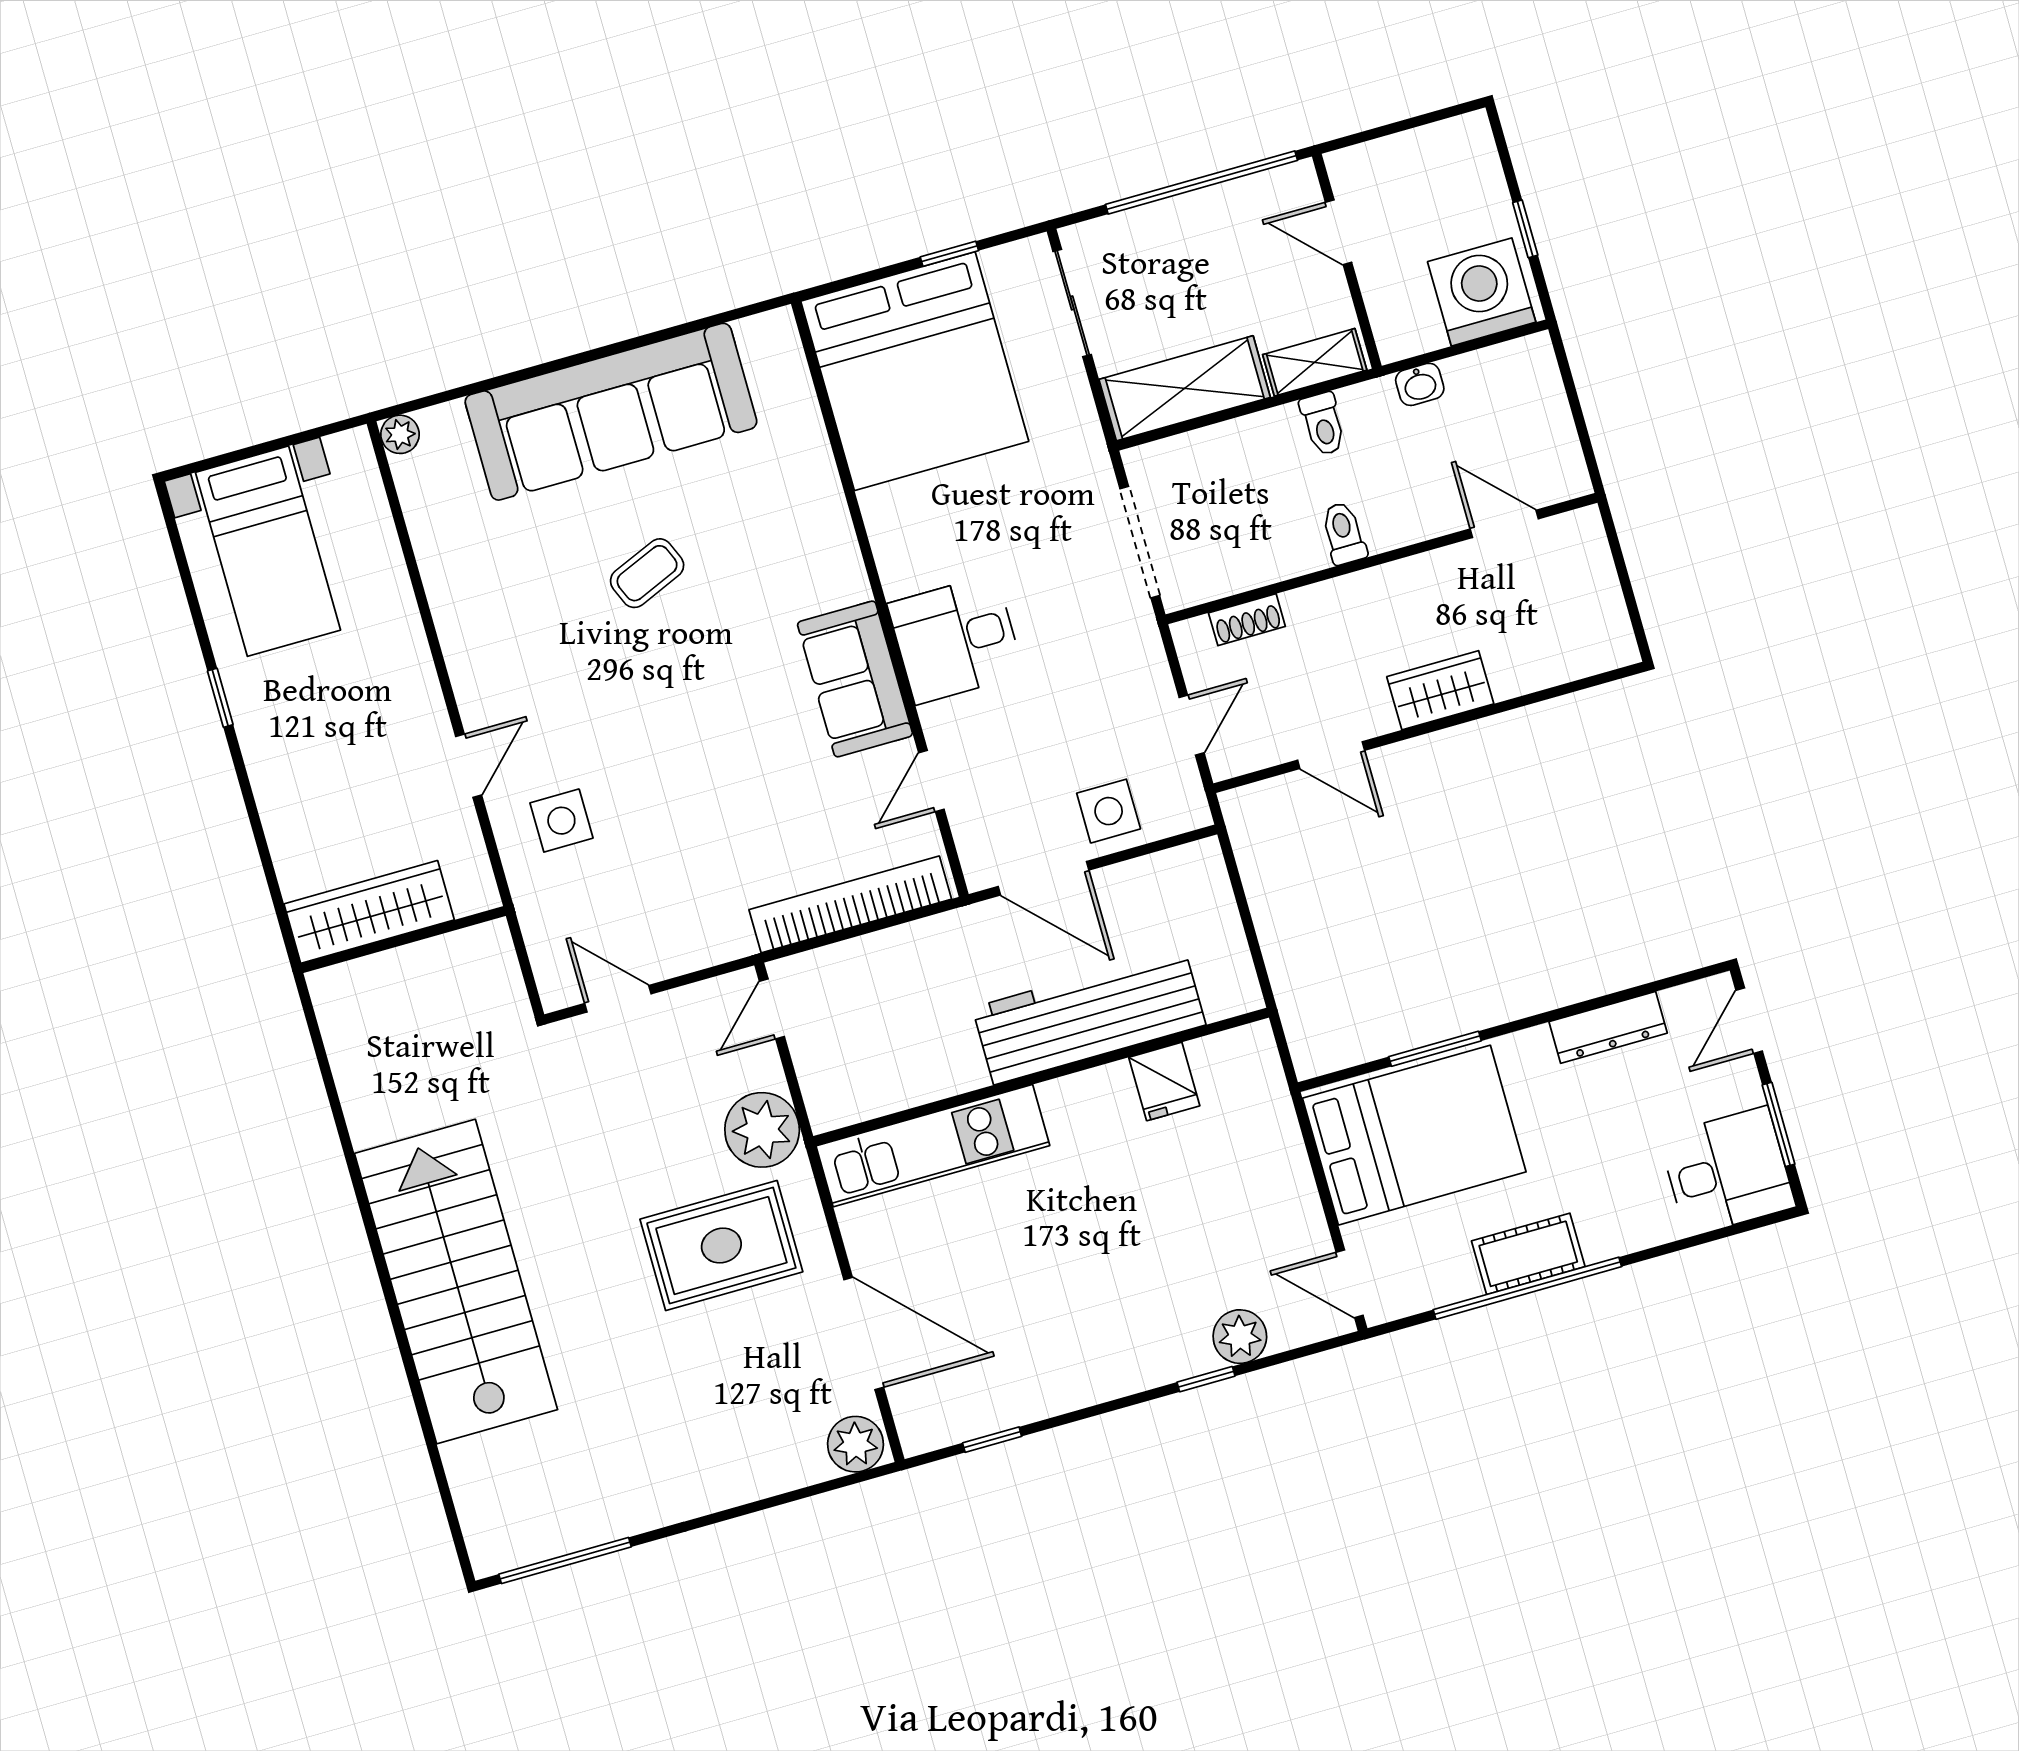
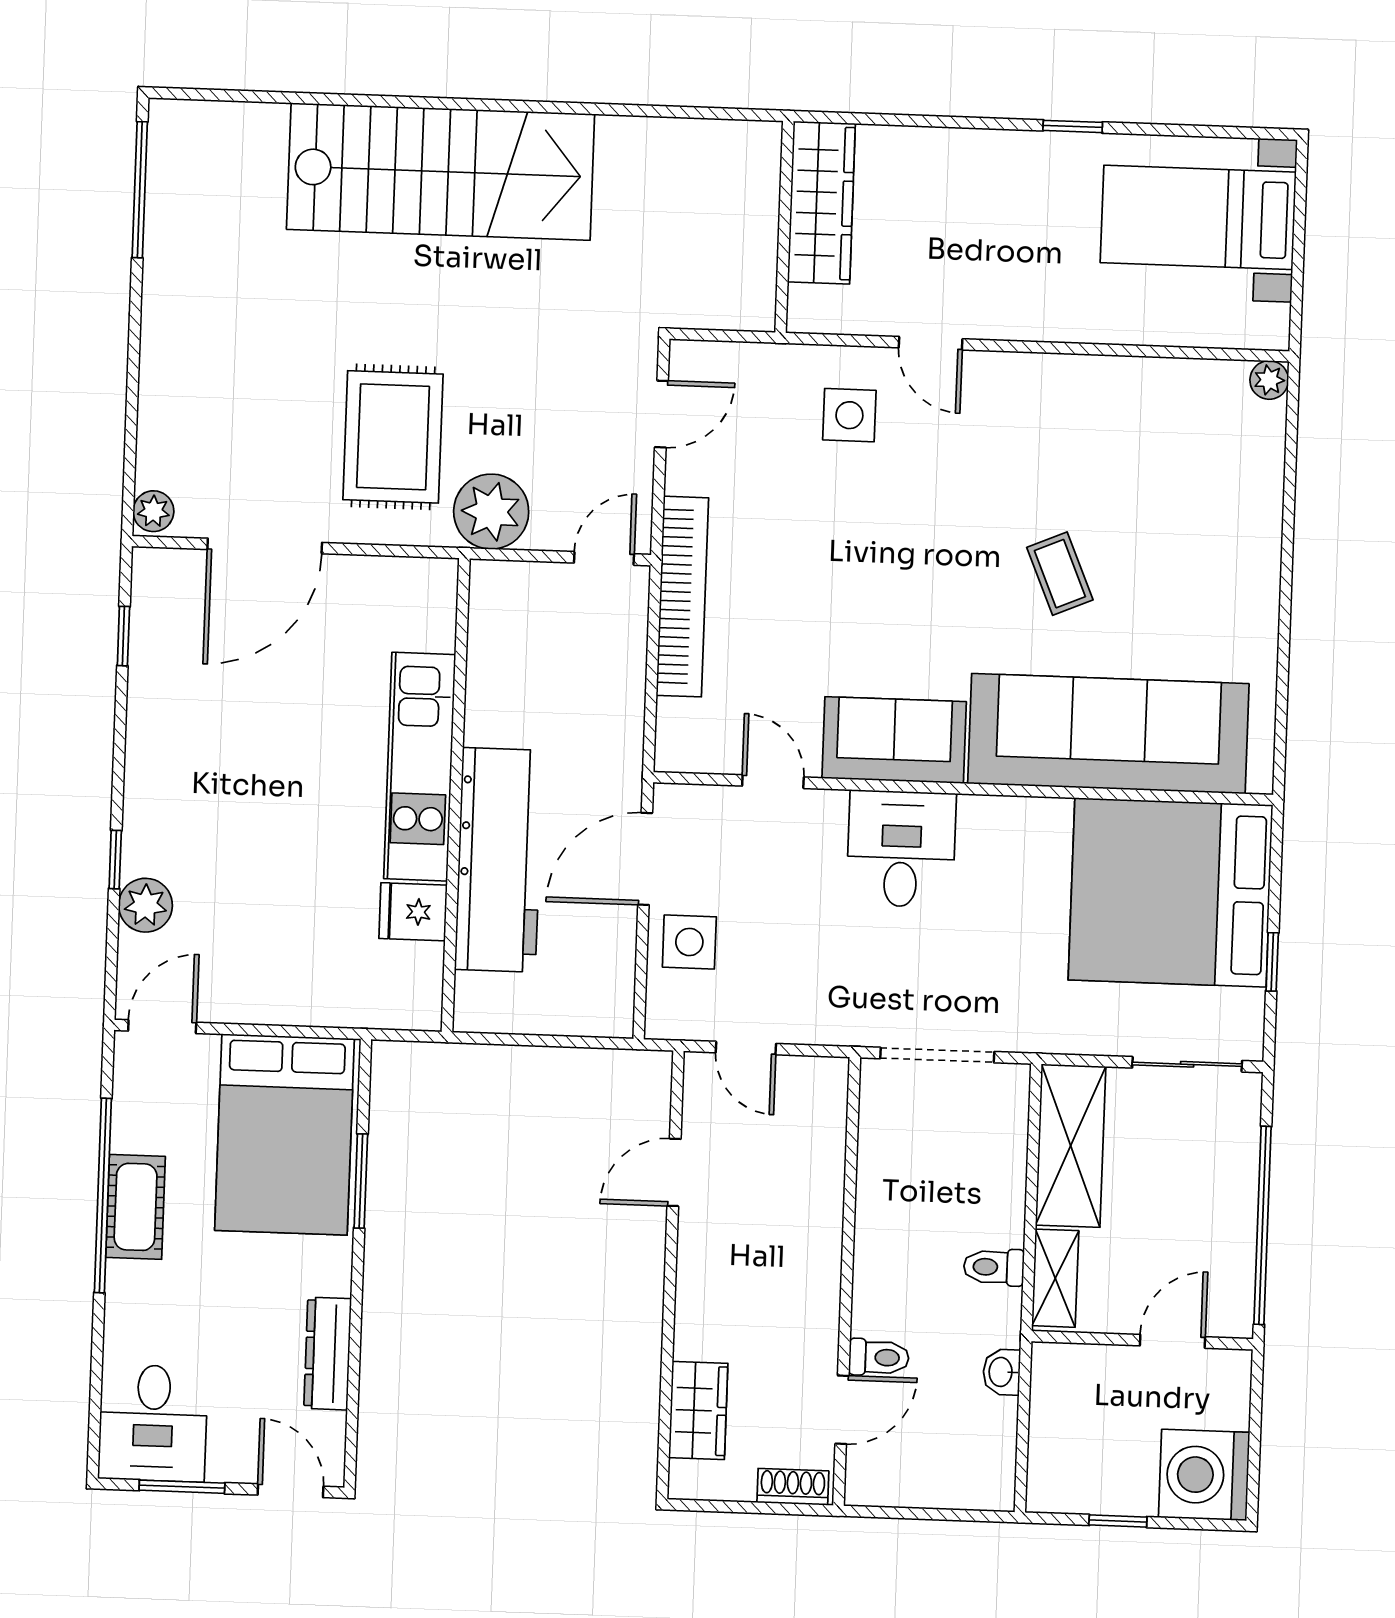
washing machine: (1482, 292) -> (1204, 1475), moved, turned 180
sofa: (611, 412) -> (1108, 734), moved, turned 90
toilet: (1344, 533) -> (879, 1357), moved
shoe rack: (1247, 620) -> (793, 1487), moved, turned 90
wardrobe: (1440, 690) -> (698, 1410), moved
bookcase: (850, 904) -> (682, 597), moved
door: (772, 1009) -> (604, 558), hinge flipped
kitchen unit: (933, 1146) -> (420, 767), moved
plant: (855, 1444) -> (153, 511), width x0.73, depth x0.73

